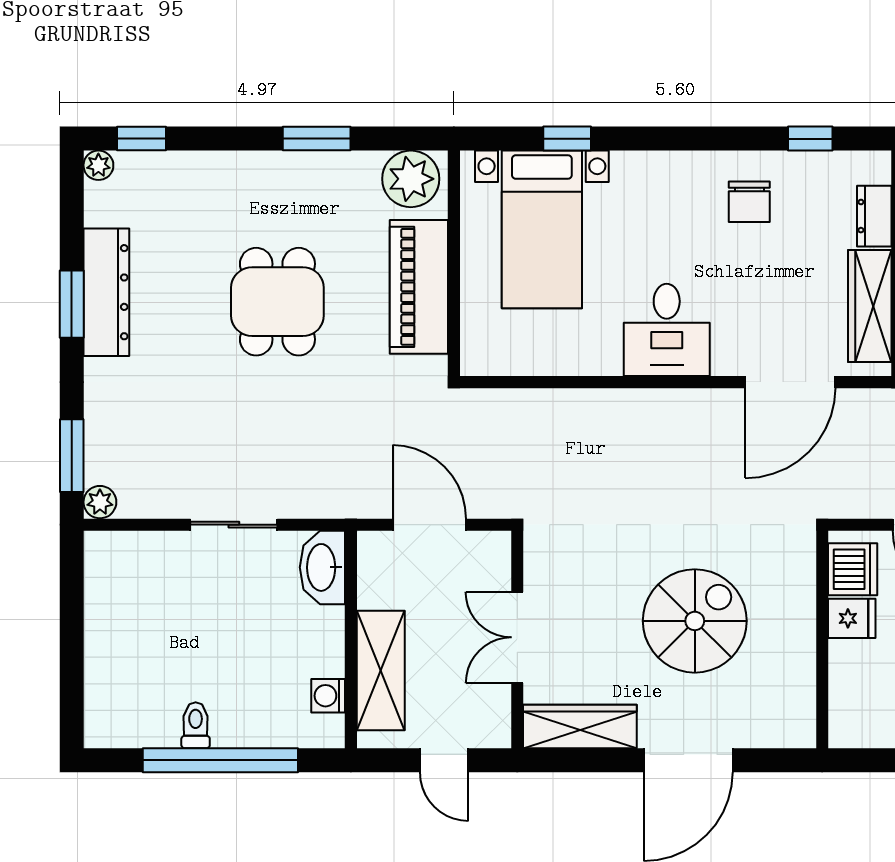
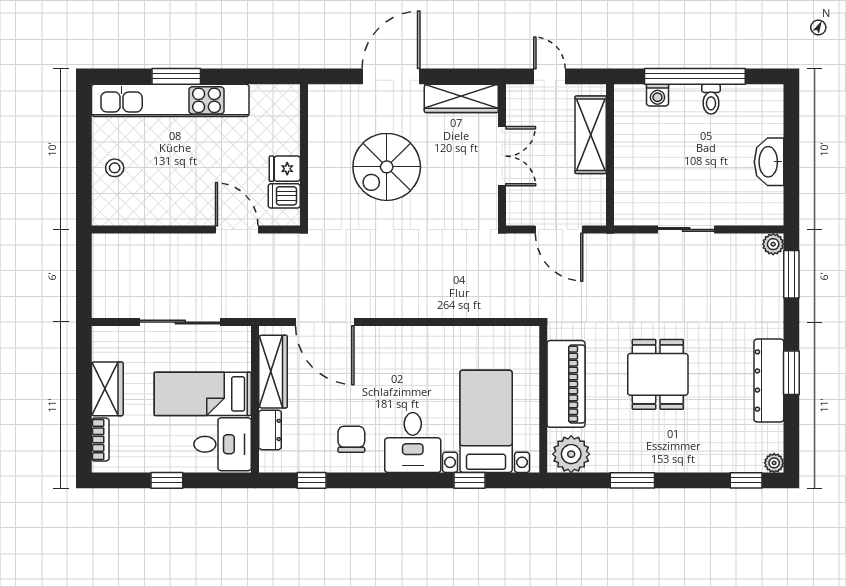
desk: (667, 330) -> (413, 443), moved, turned 180
door: (790, 382) -> (325, 322), swing flipped
washbasin: (322, 567) -> (769, 162), moved, turned 180
dishwasher: (853, 569) -> (284, 196), width x0.73
washing machine: (328, 696) -> (657, 95), moved, turned 90

